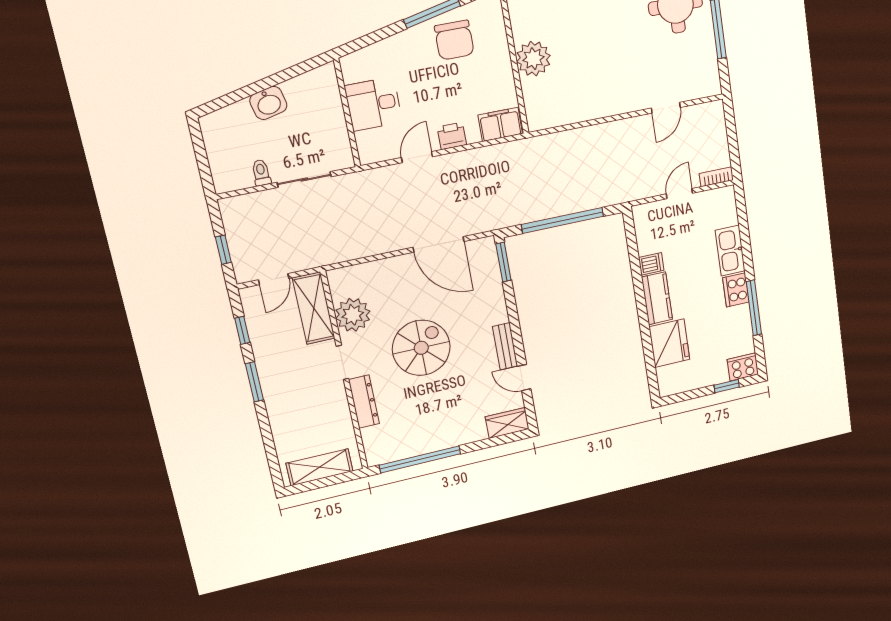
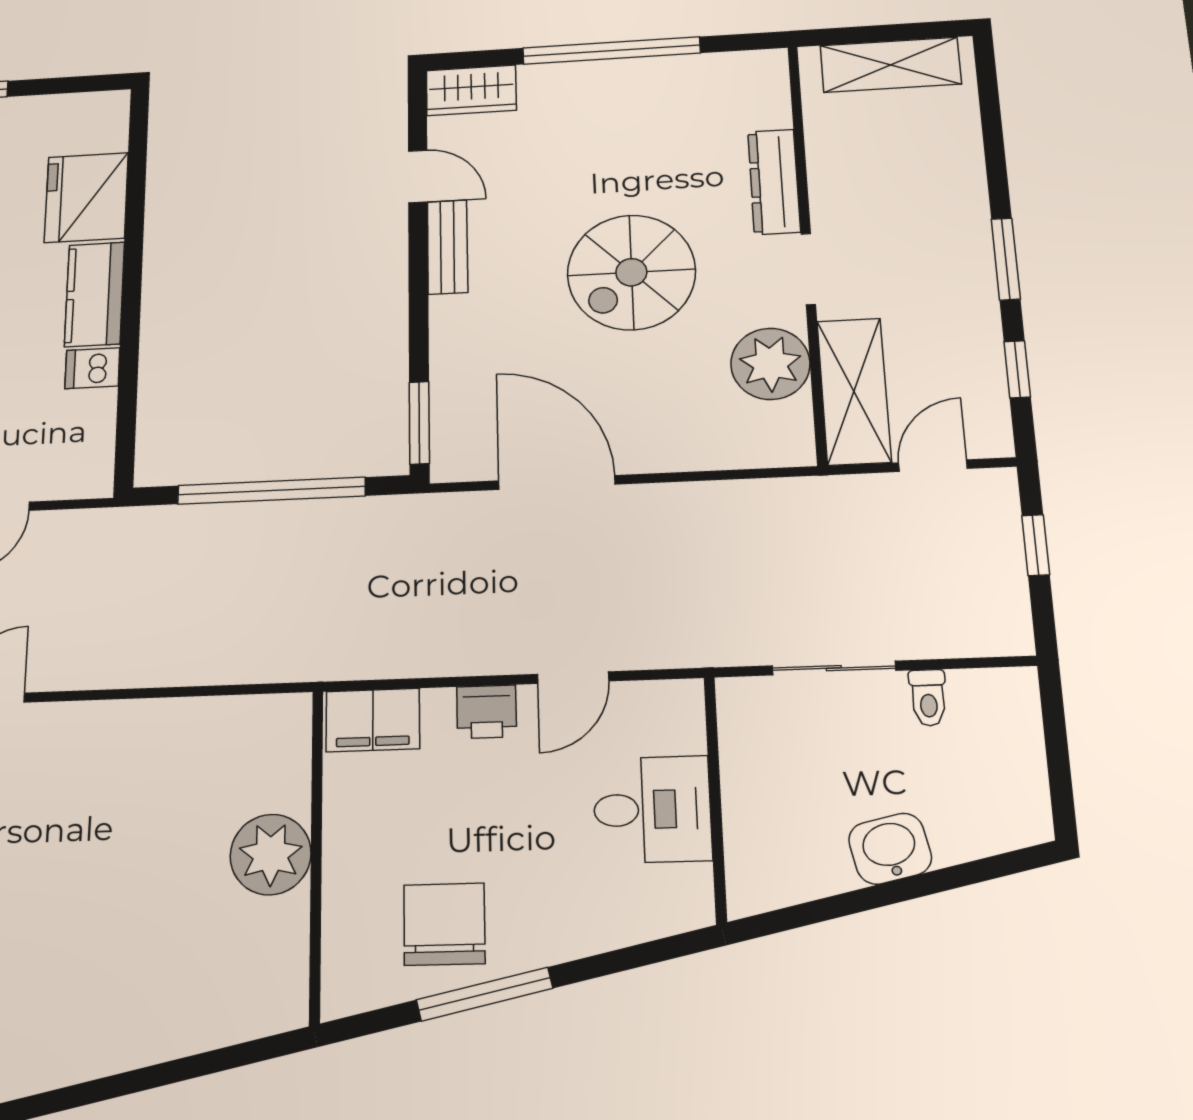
window: (420, 459) -> (611, 51), moved

